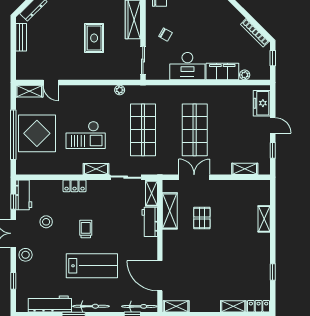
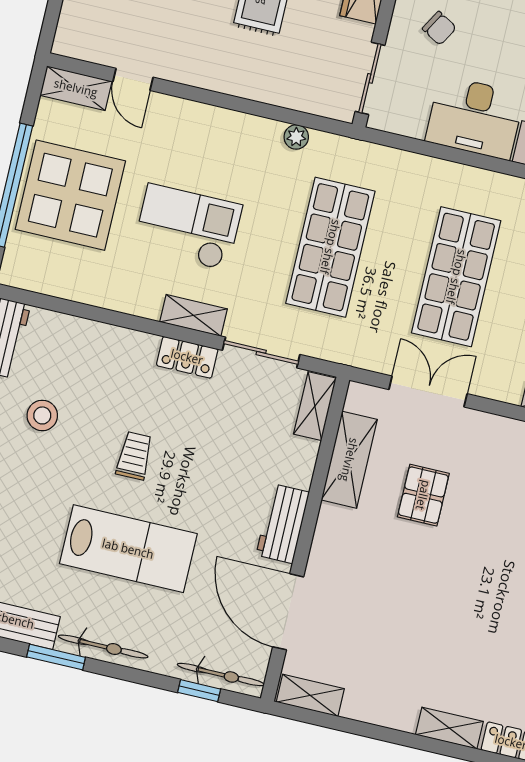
checkout: (86, 135) -> (188, 227), turned 180
locker: (75, 186) -> (187, 357), moved
workbench: (150, 222) -> (283, 524), moved

